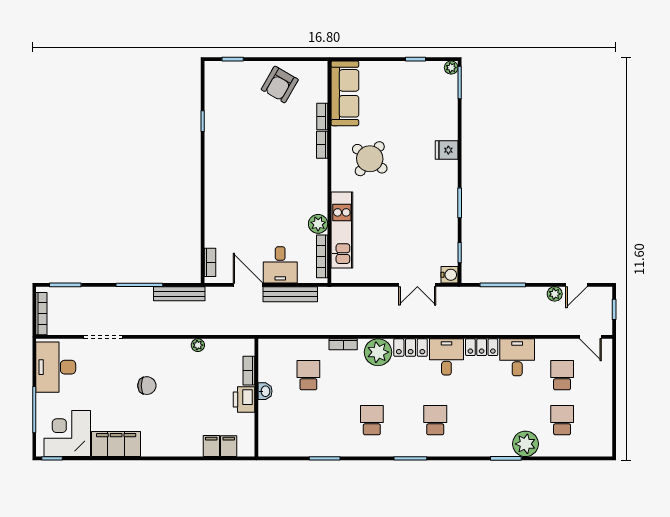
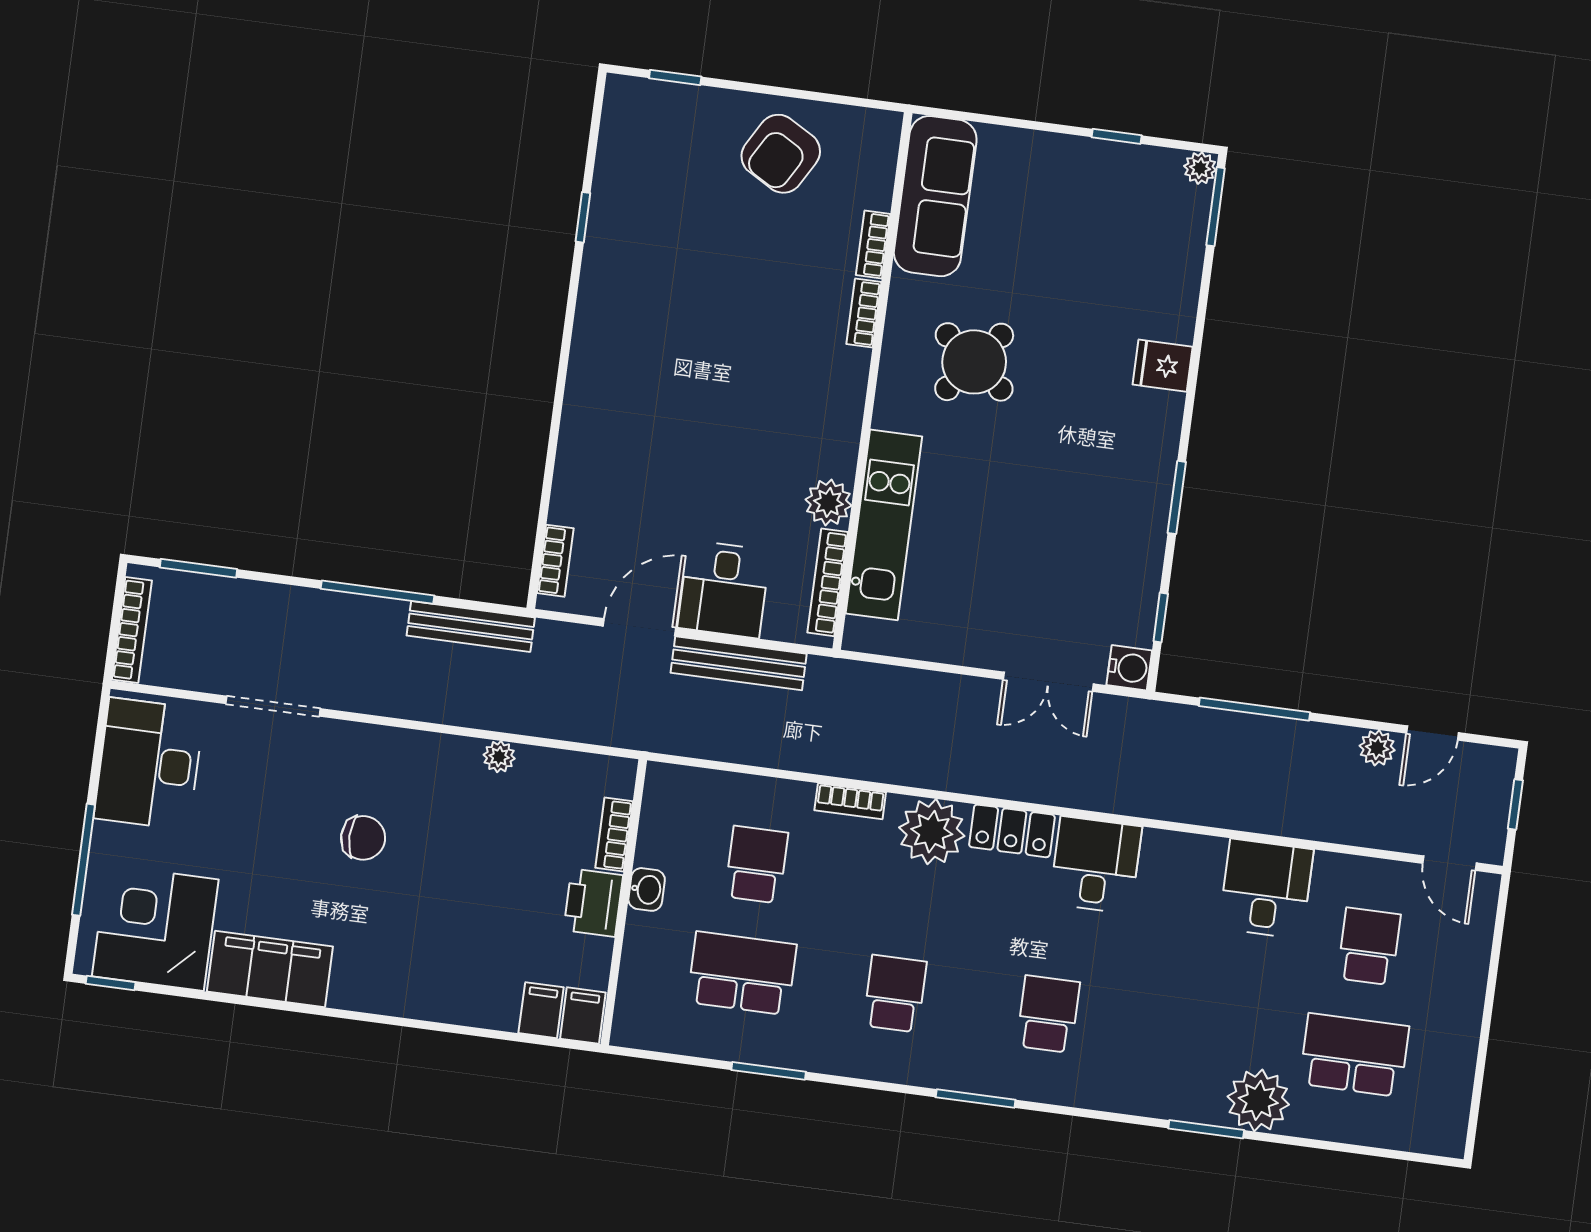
door: (248, 285) -> (640, 627), hinge flipped
locker: (482, 347) -> (1184, 853), removed
school desk: (308, 420) -> (742, 973), added
school desk: (562, 420) -> (1354, 1055), width x1.85
filing cabinet: (211, 446) -> (583, 1016), moved

